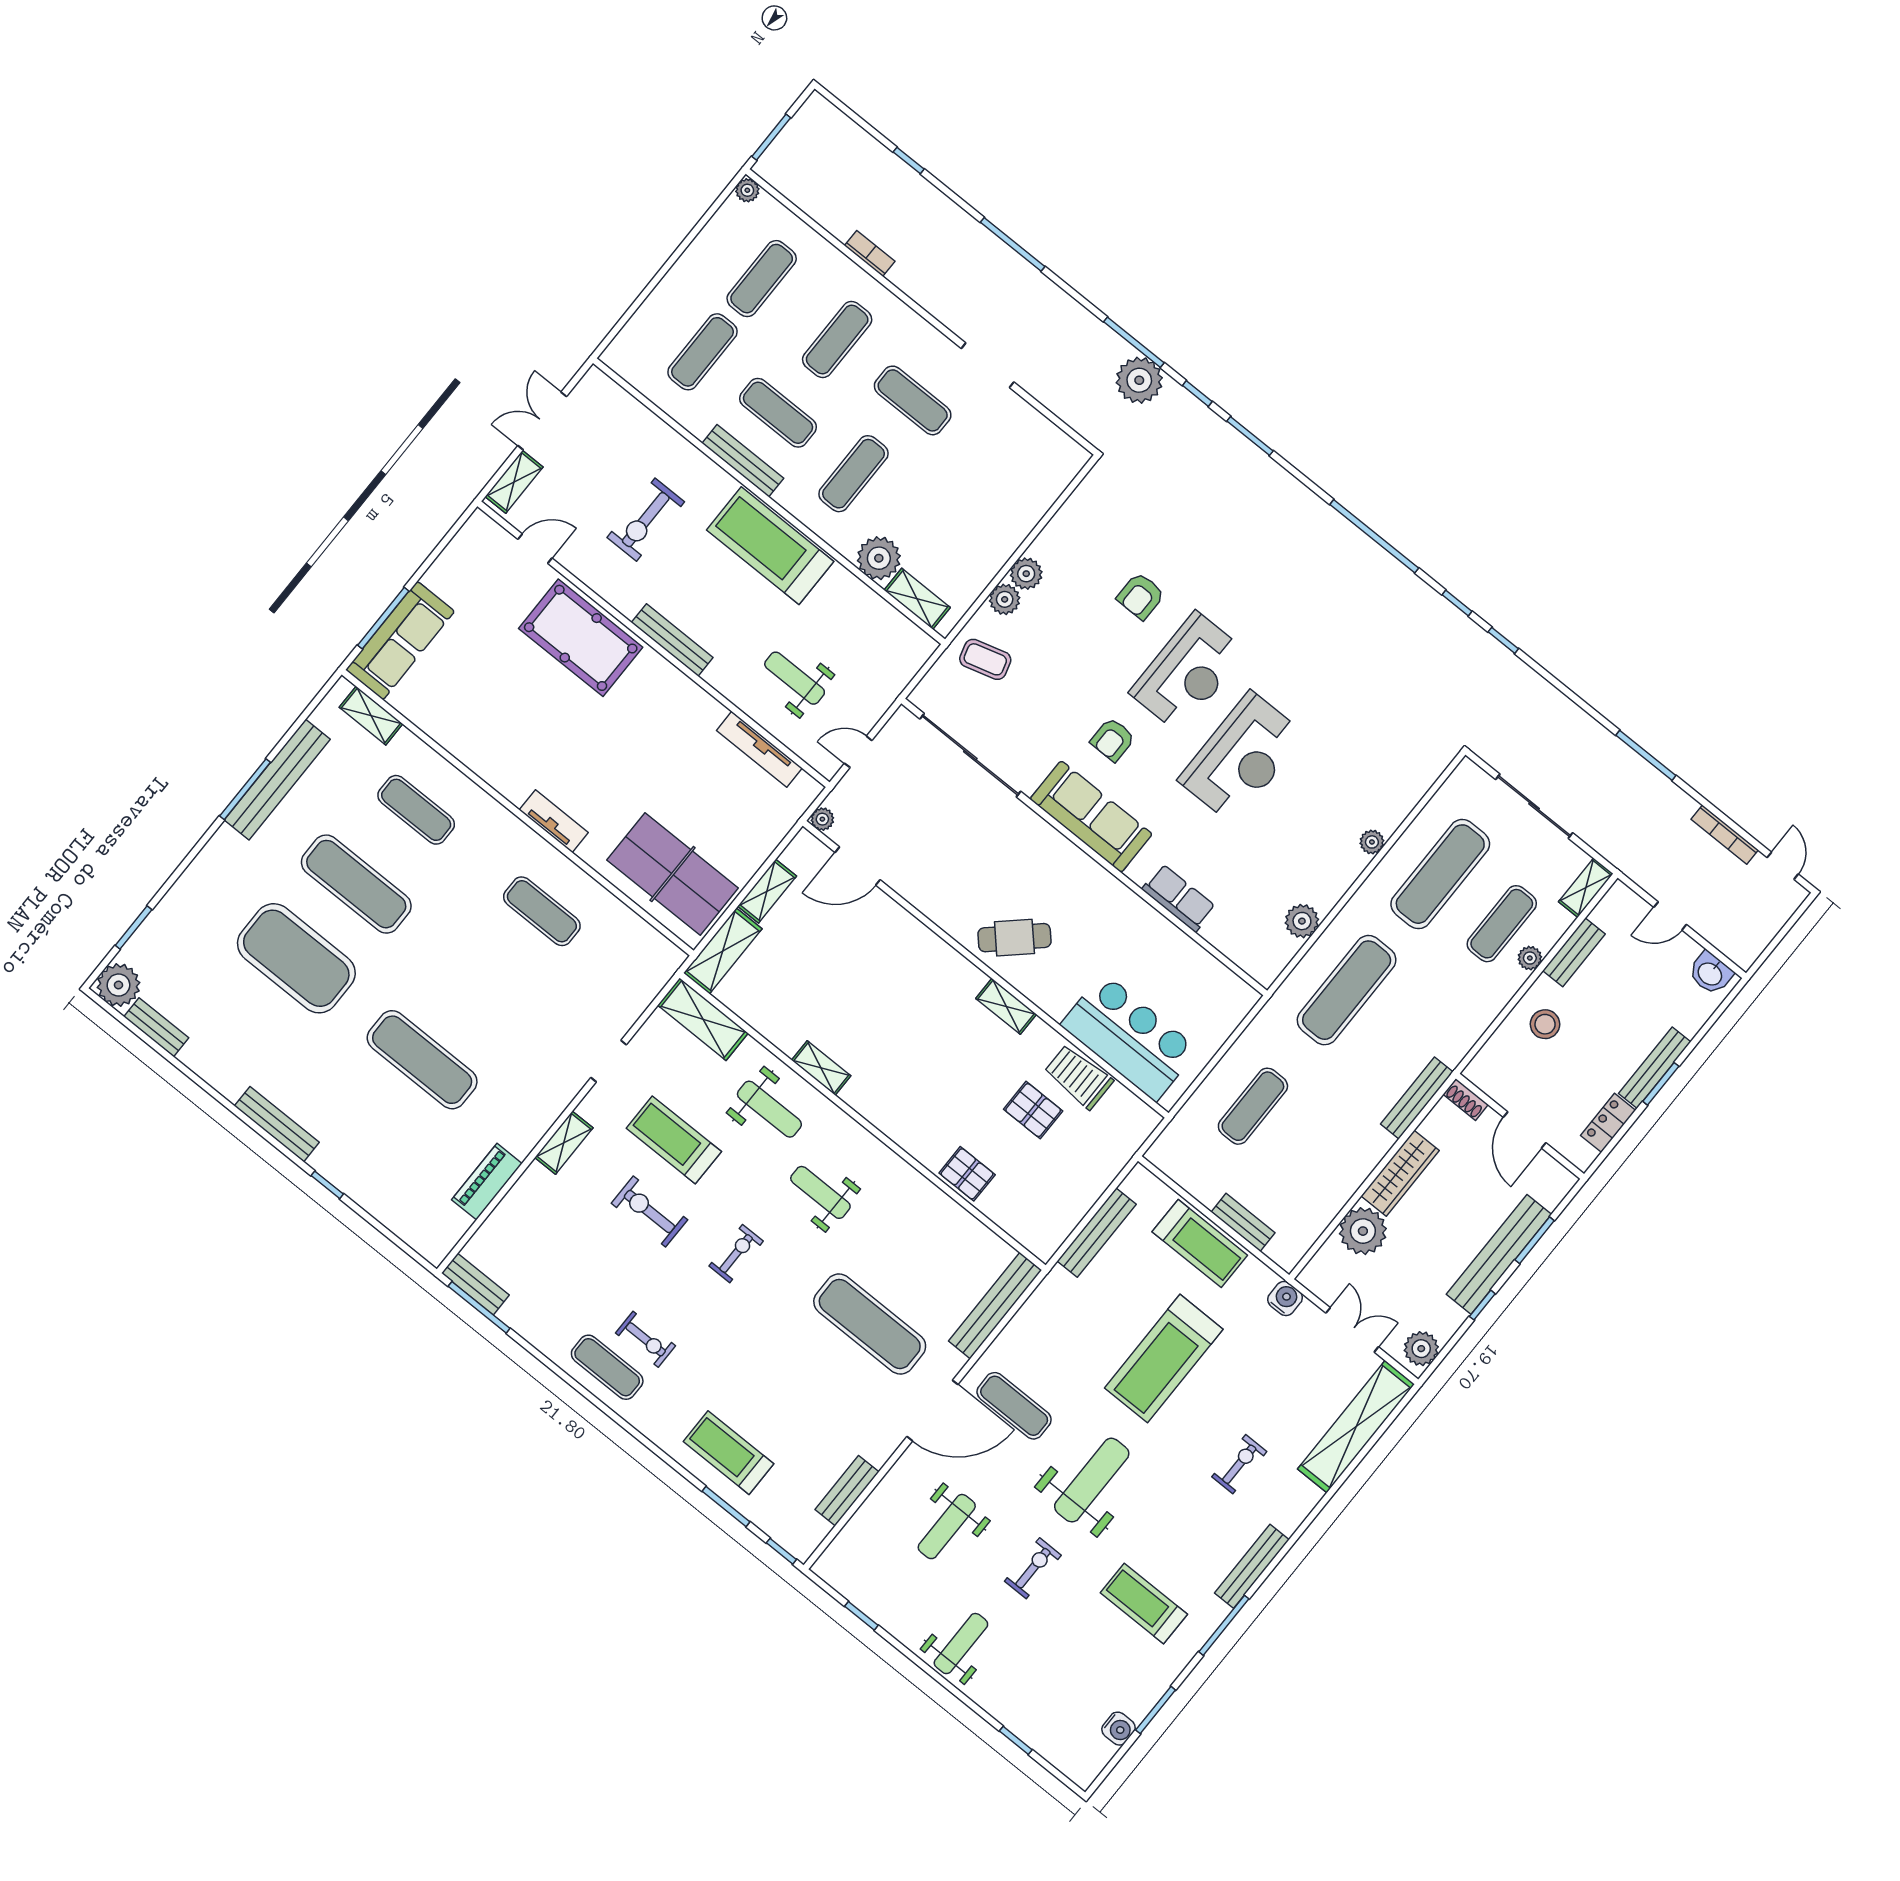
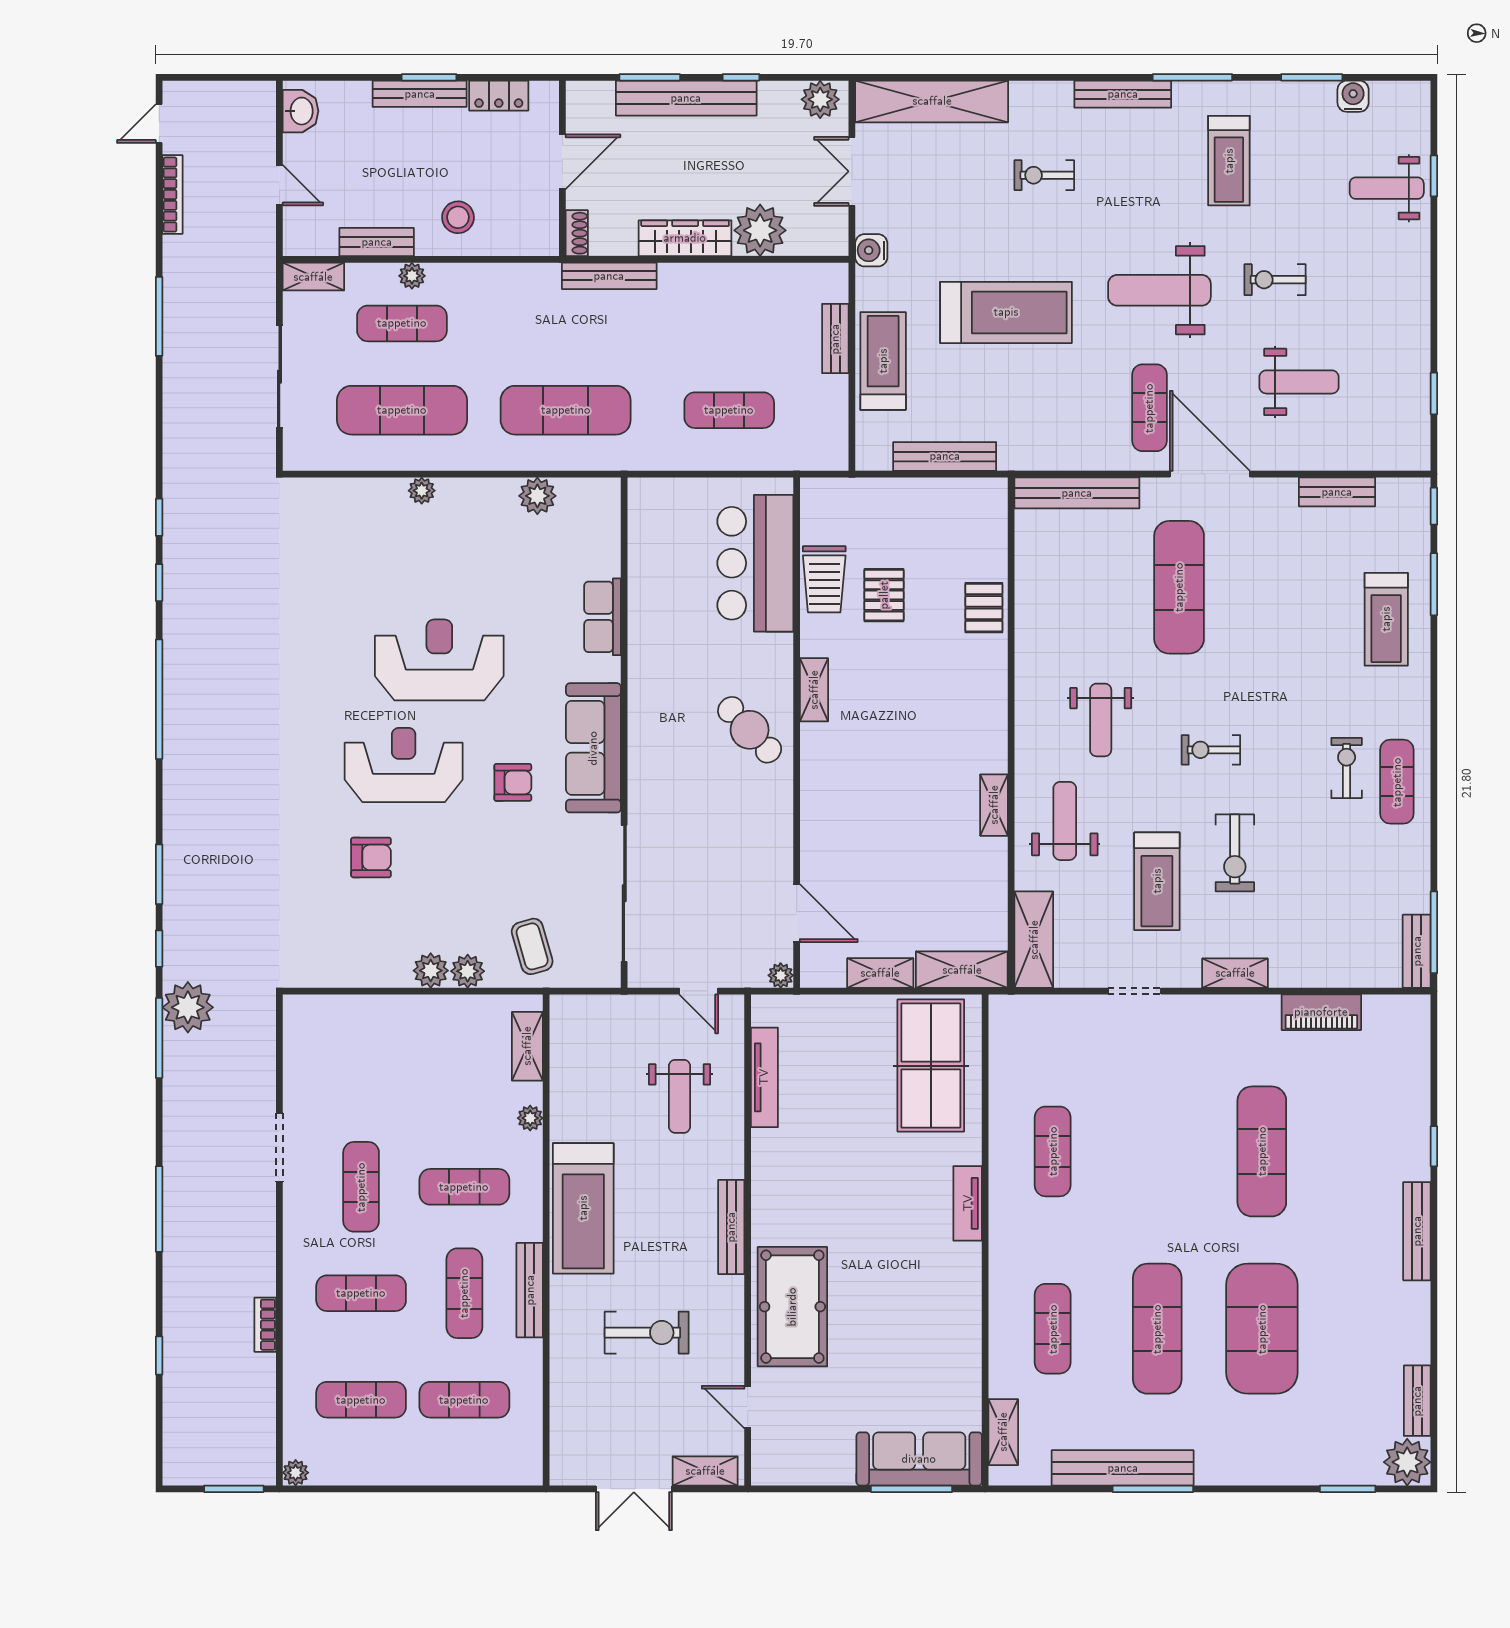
plant: (879, 558) -> (530, 1118), width x0.53, depth x0.53
weight bench: (961, 1644) -> (1387, 188), moved

